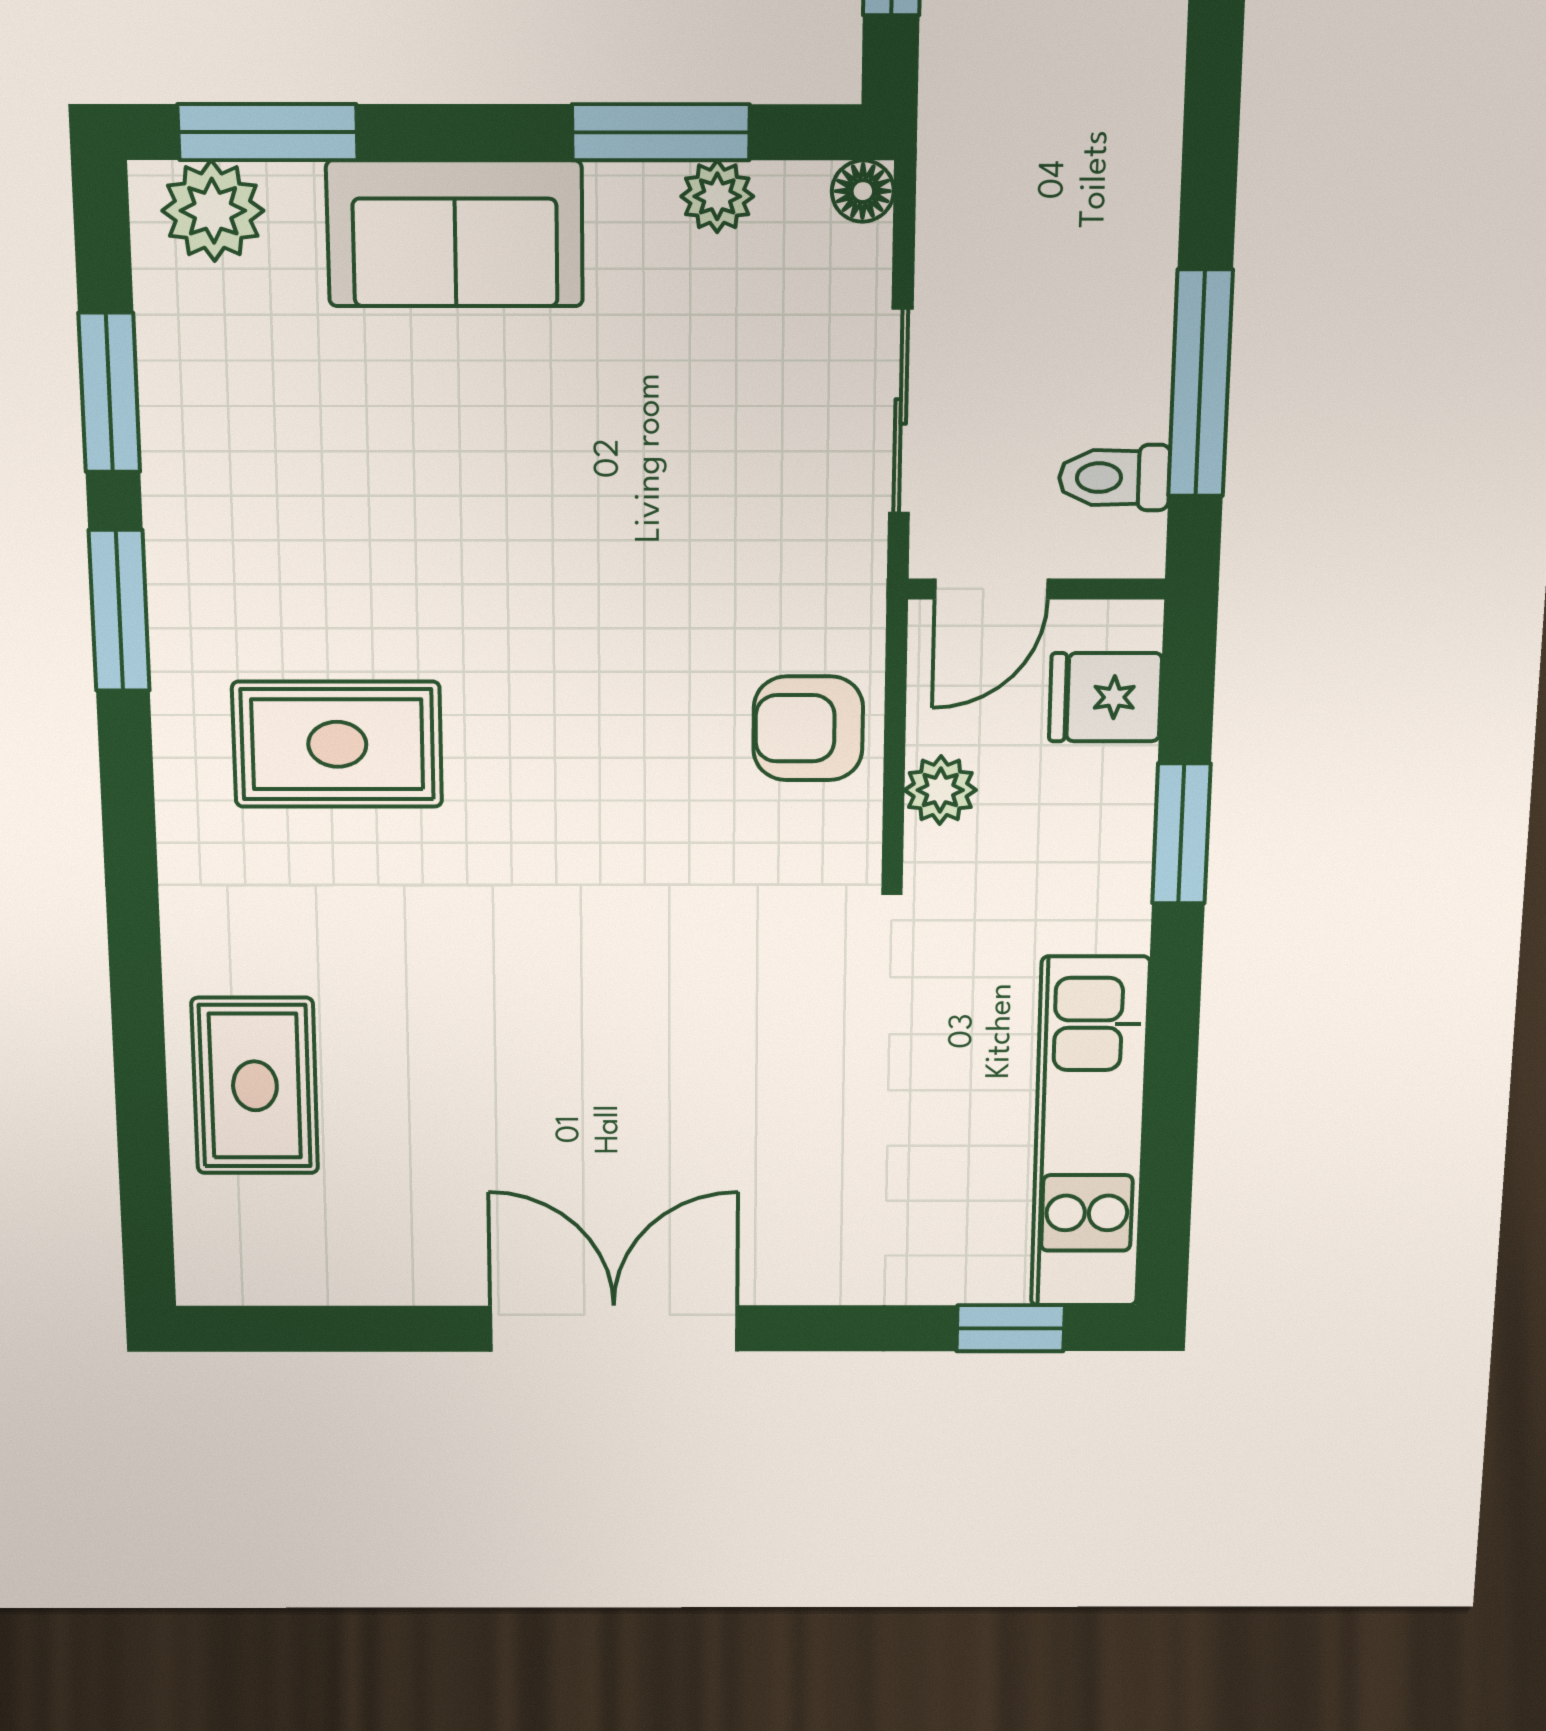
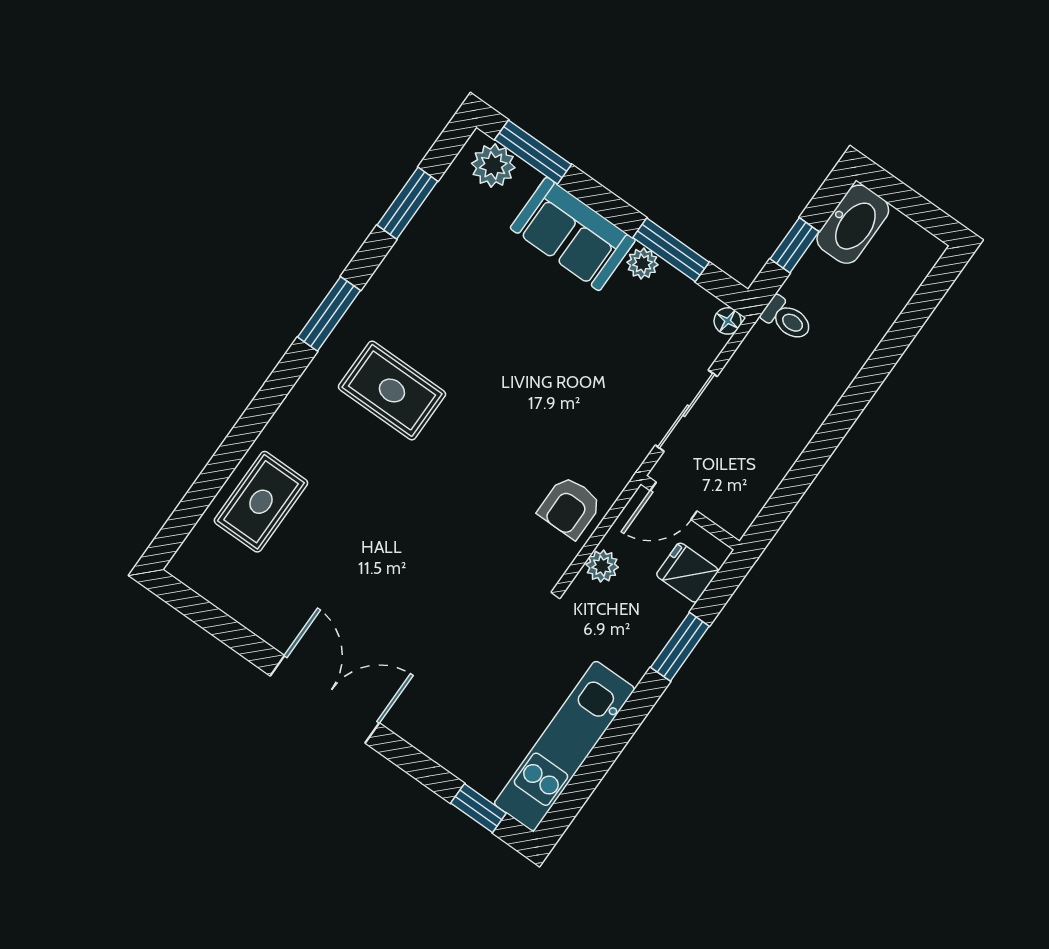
plant: (717, 196) -> (642, 263), moved
window: (1200, 384) -> (801, 476), removed
toilet: (1114, 478) -> (787, 319), moved, turned 180
window: (119, 611) -> (329, 314), moved
armchair: (808, 728) -> (570, 507), turned -90

